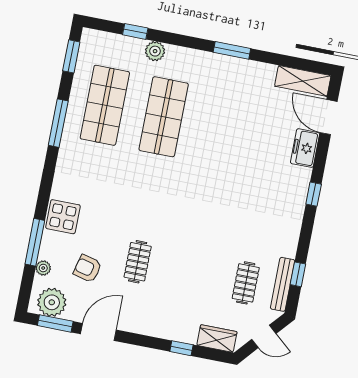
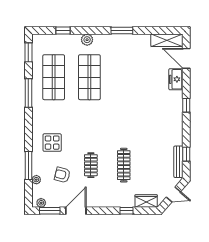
plant: (155, 51) -> (87, 40), moved
display table: (63, 217) -> (52, 143), moved
clothes rail: (246, 283) -> (124, 165), moved, width x1.36
plant: (52, 302) -> (41, 203), width x0.53, depth x0.53

